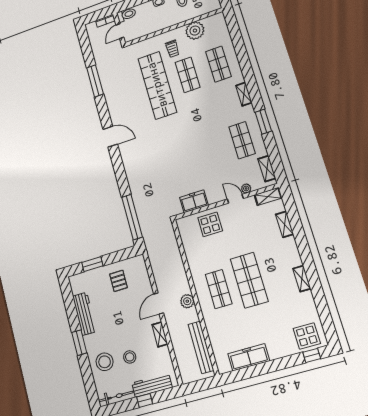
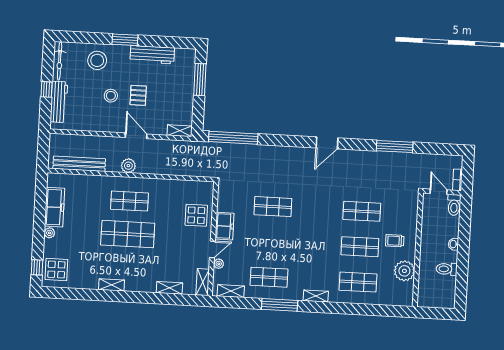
shop shelf: (157, 85) -> (362, 211), width x0.50, depth x0.74
window: (263, 122) -> (280, 305), width x1.44
shop shelf: (179, 161) -> (273, 207), added
freezer: (194, 201) -> (224, 226), moved
window: (92, 264) -> (200, 80), width x1.44
pallet: (118, 281) -> (138, 95), moved, turned 90
shelving: (160, 334) -> (180, 131), moved
plant: (274, 354) -> (49, 233), added
stool: (130, 357) -> (111, 96), moved

